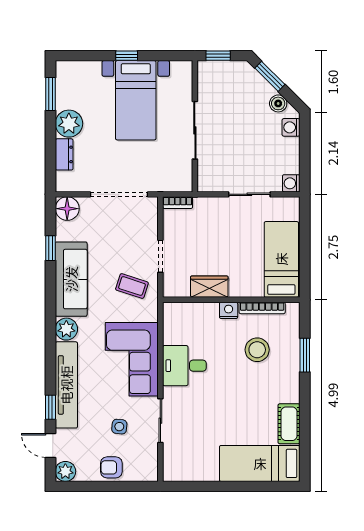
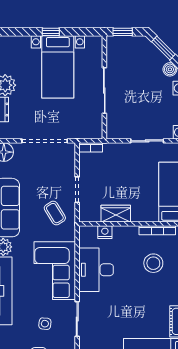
coffee table: (132, 286) -> (55, 213), turned 40
nightstand: (229, 310) -> (105, 232), moved
desk: (184, 366) -> (96, 270), width x1.37

